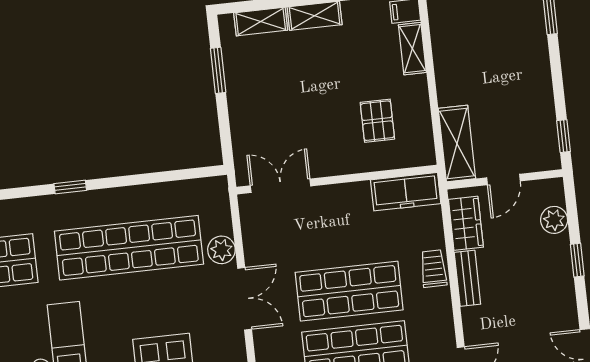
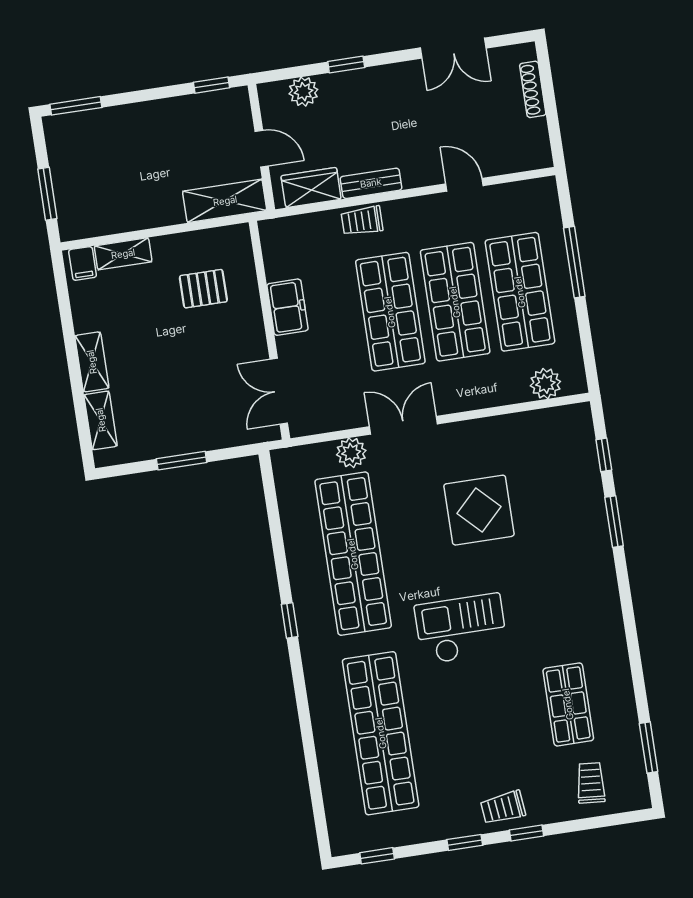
window: (218, 70) -> (182, 461), moved
freezer: (406, 192) -> (287, 307), moved, width x0.71

